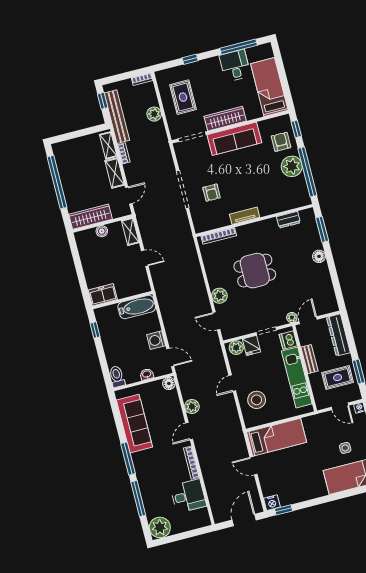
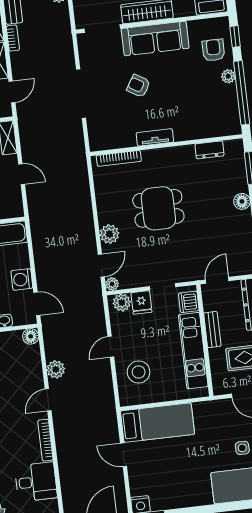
plant: (292, 166) -> (228, 76), width x0.53, depth x0.53
armchair: (212, 193) -> (139, 86), moved, turned 121
plant: (292, 317) -> (112, 284), moved
door: (216, 321) -> (101, 266), swing flipped

